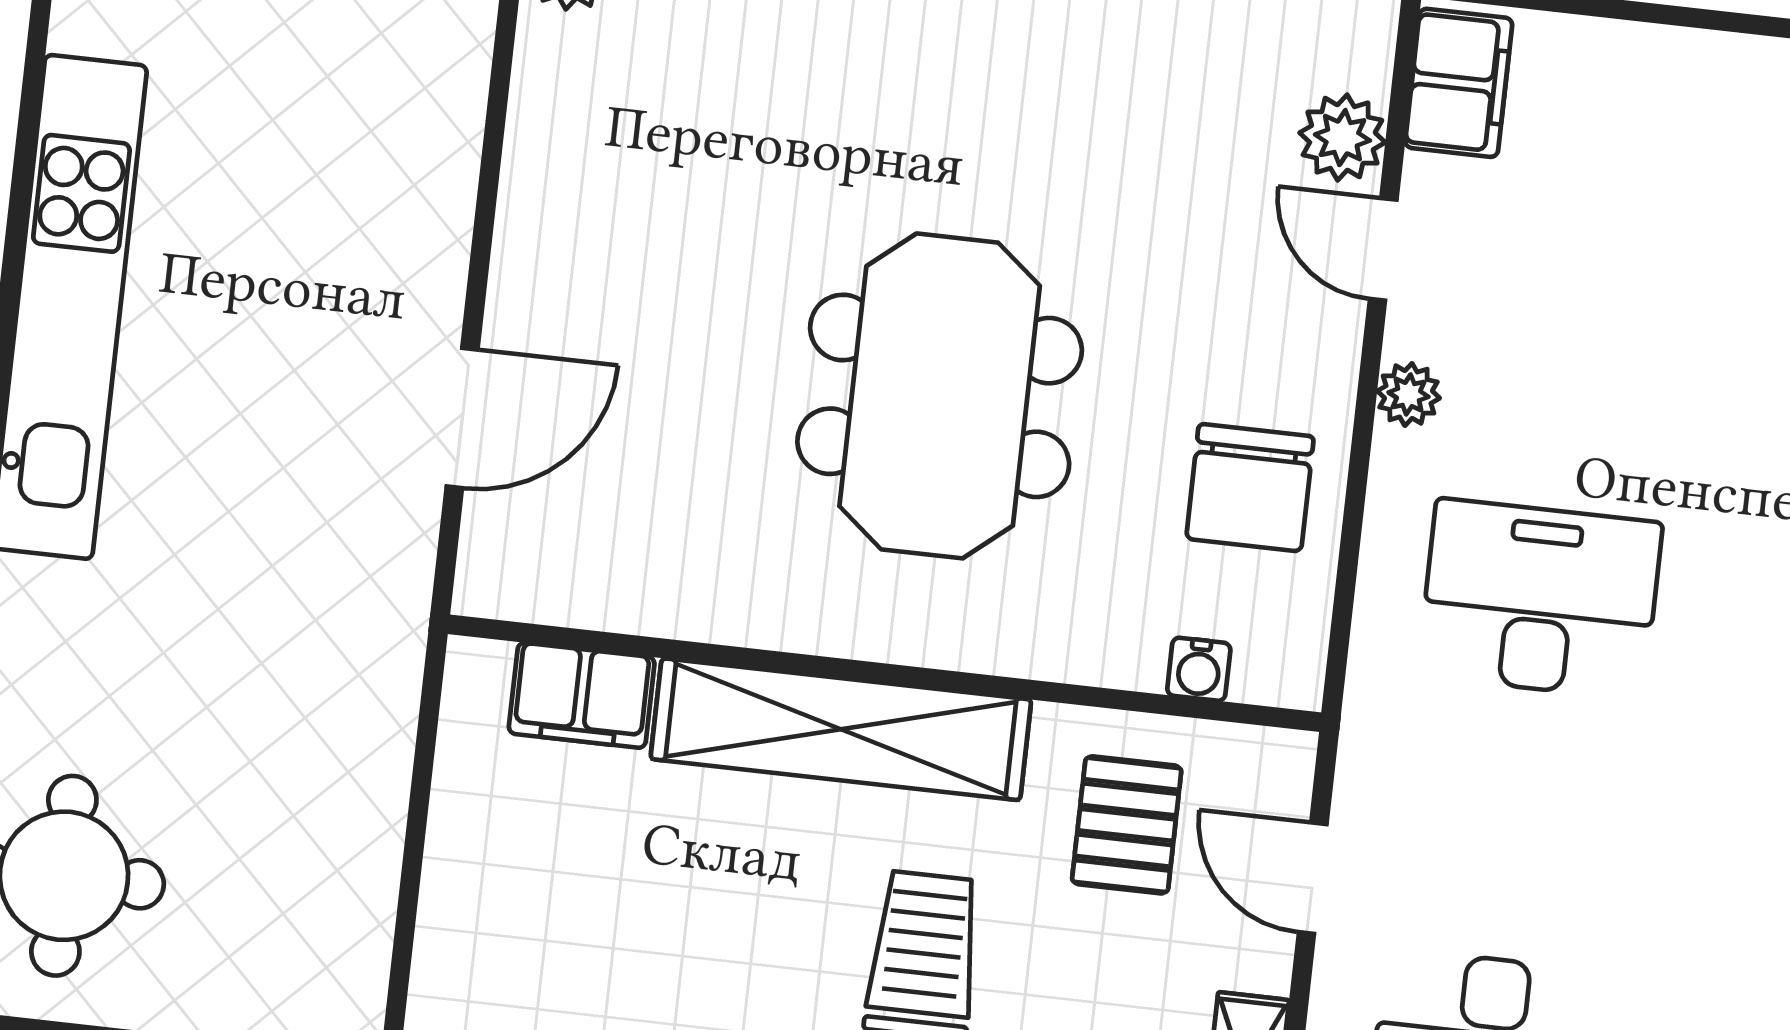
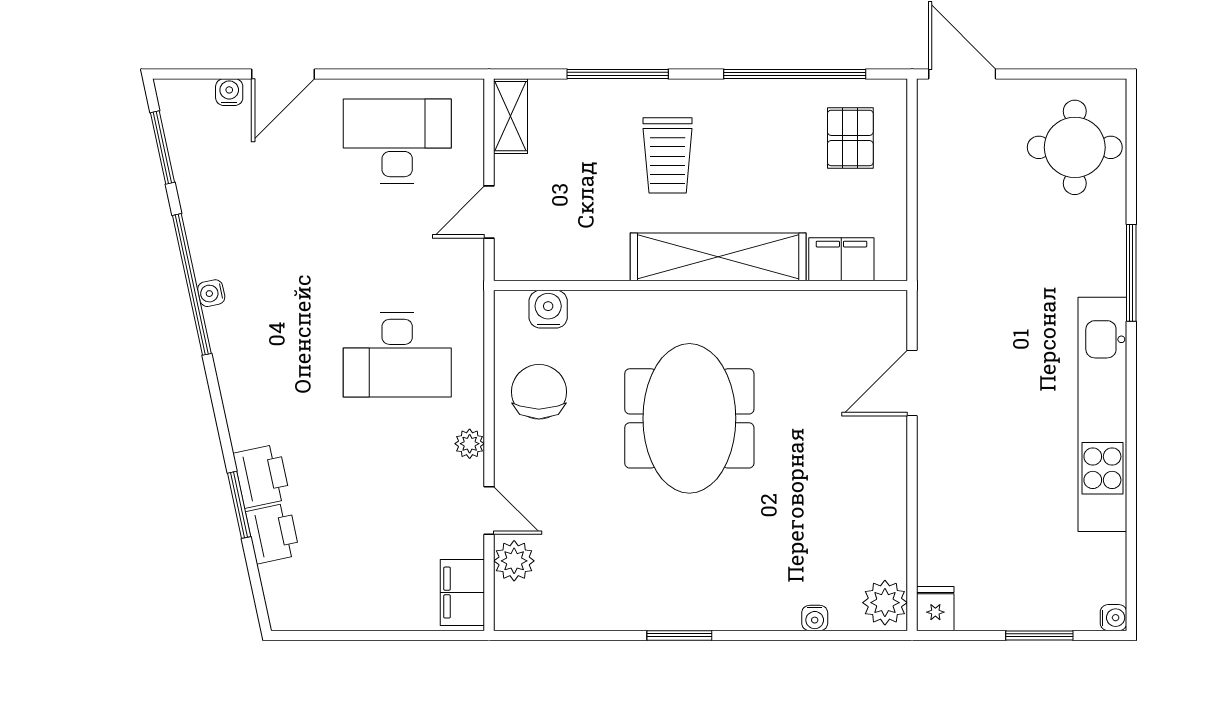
water cooler: (1199, 669) -> (548, 309), width x1.38, depth x1.38
pallet: (1127, 825) -> (850, 138), moved
door: (1313, 878) -> (489, 212), swing flipped

